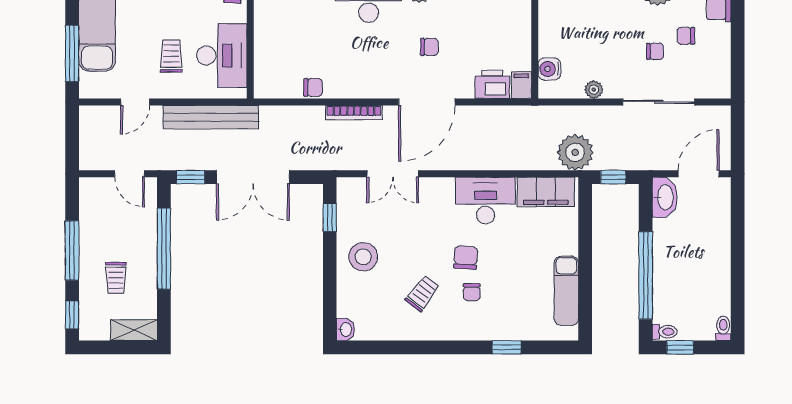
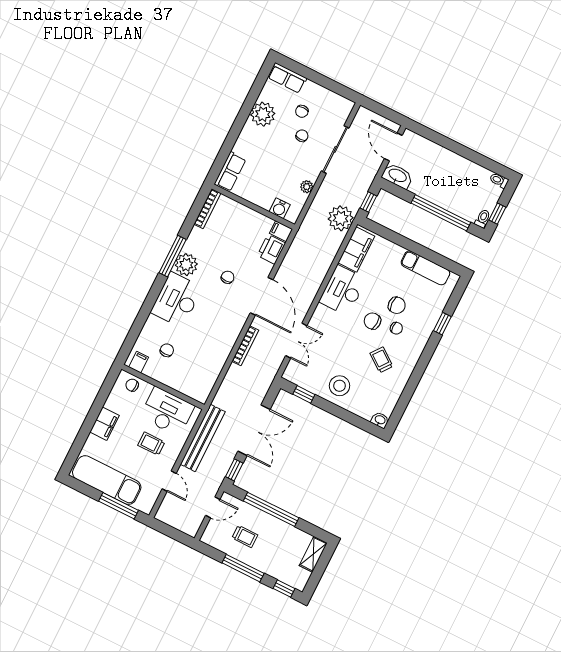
chair: (313, 87) -> (167, 350), moved
trolley: (116, 278) -> (245, 536), moved
chair: (501, 278) -> (397, 305), added

